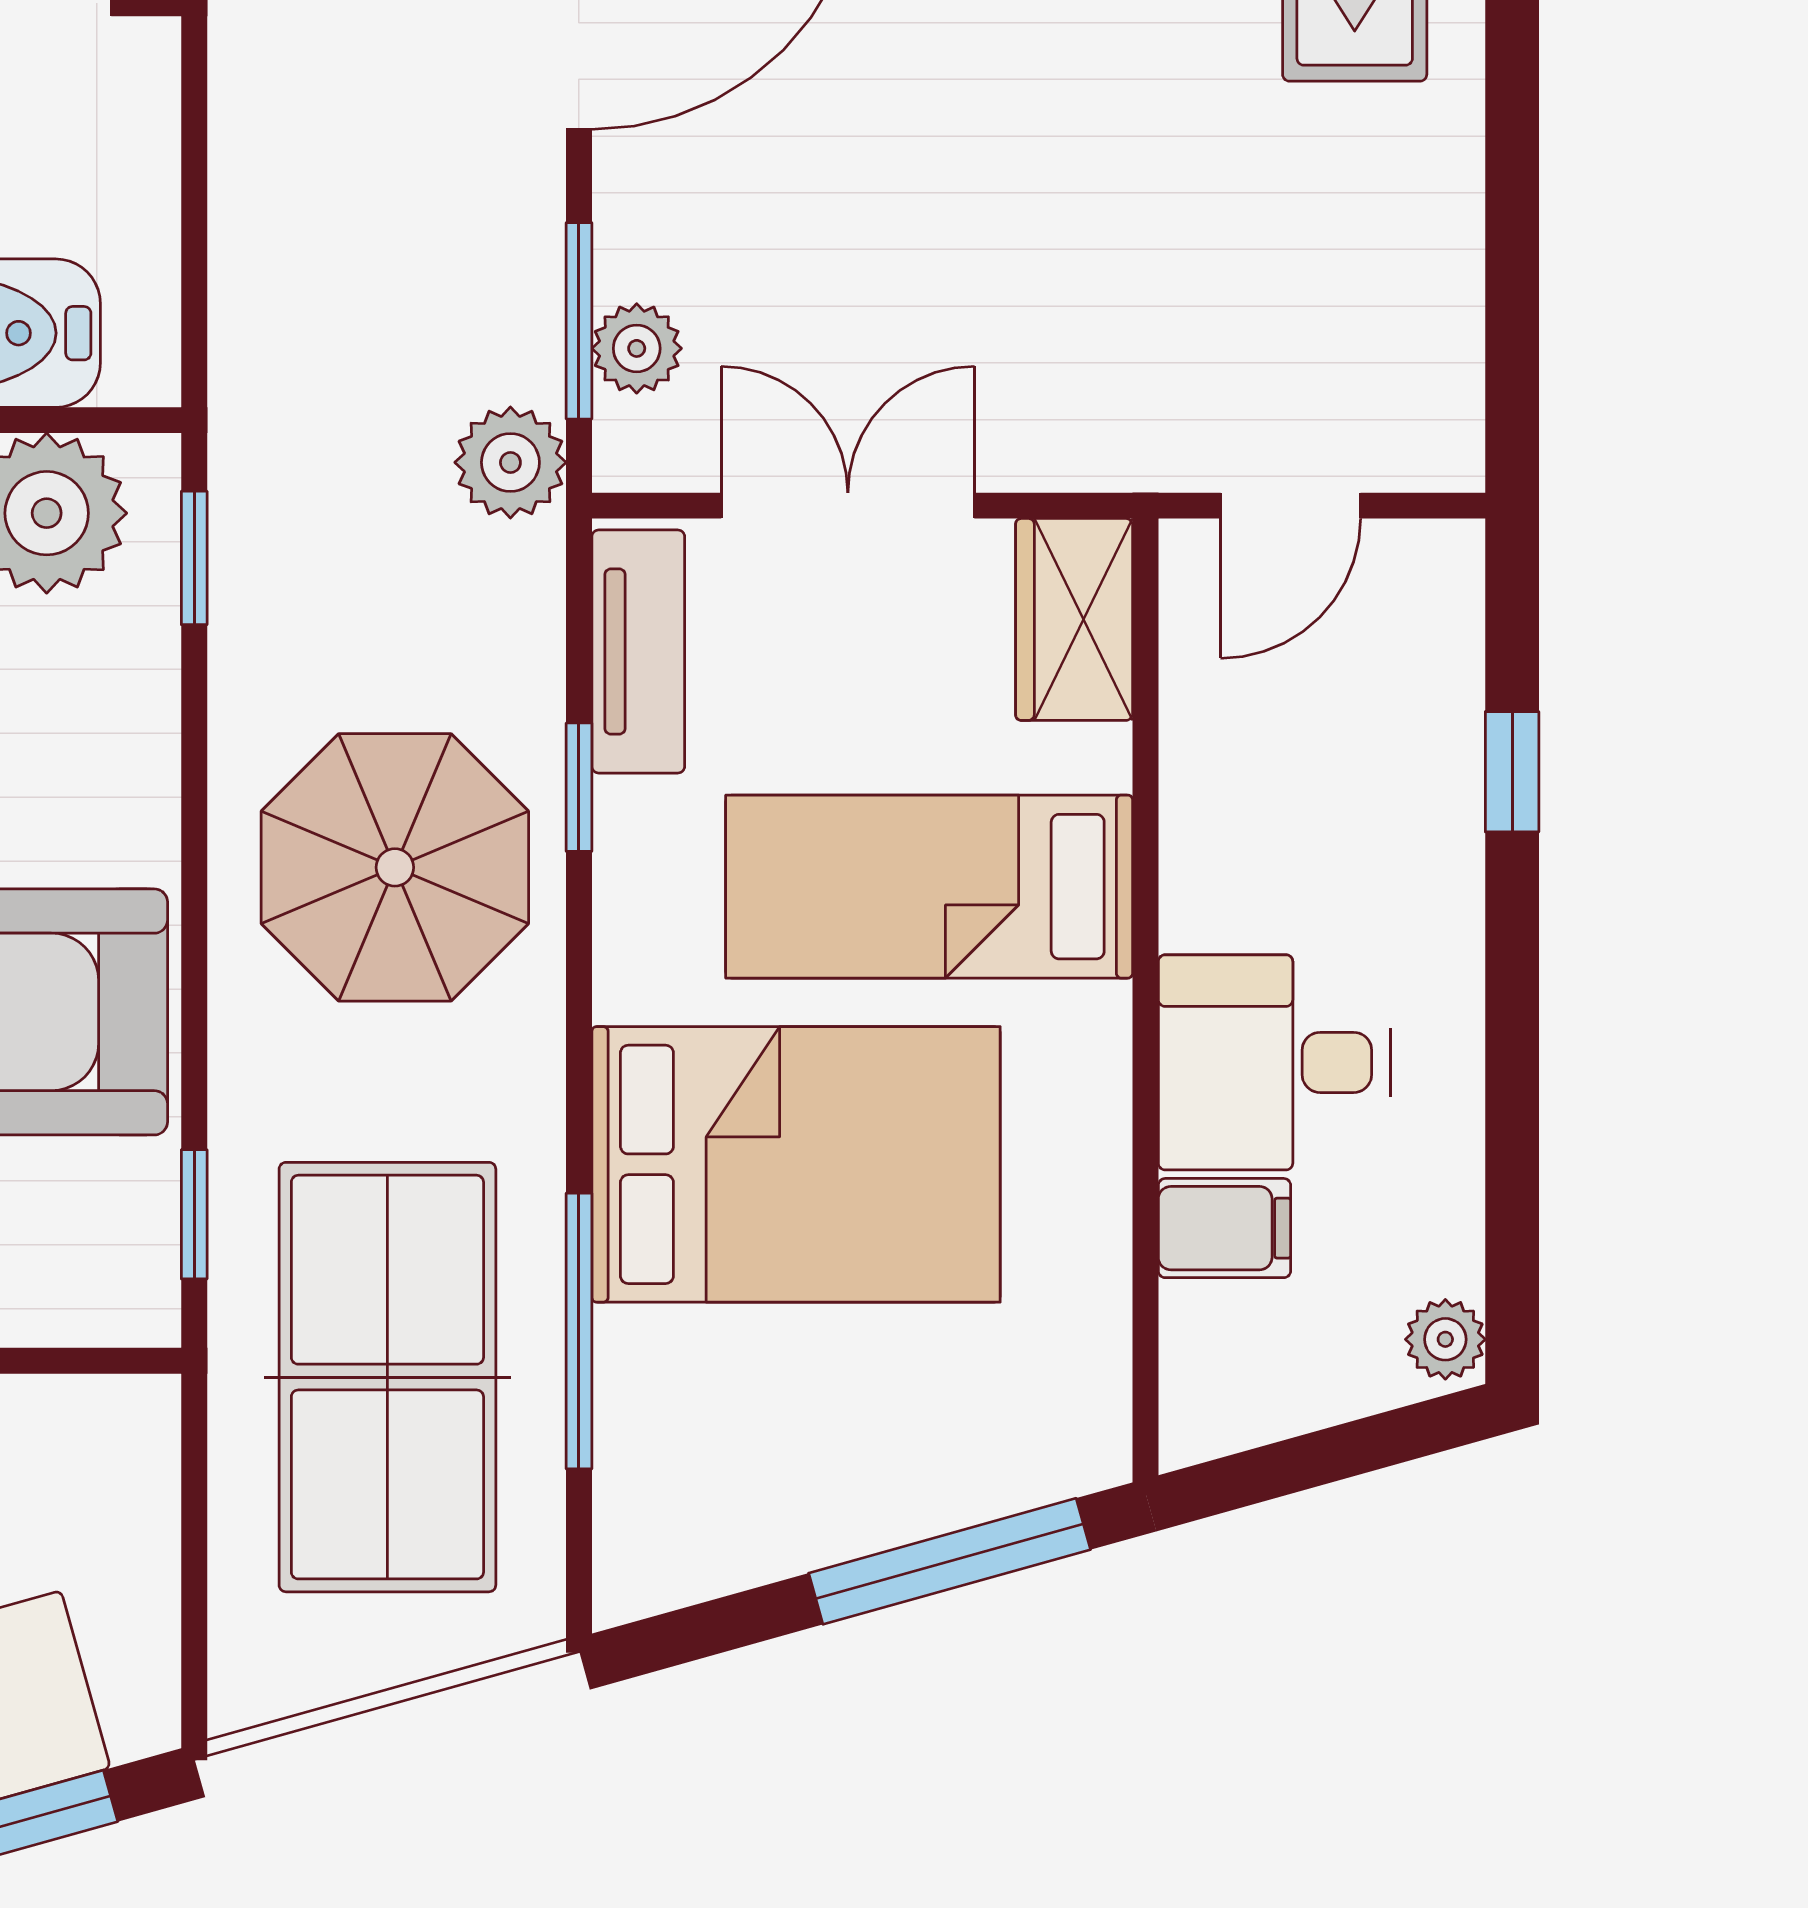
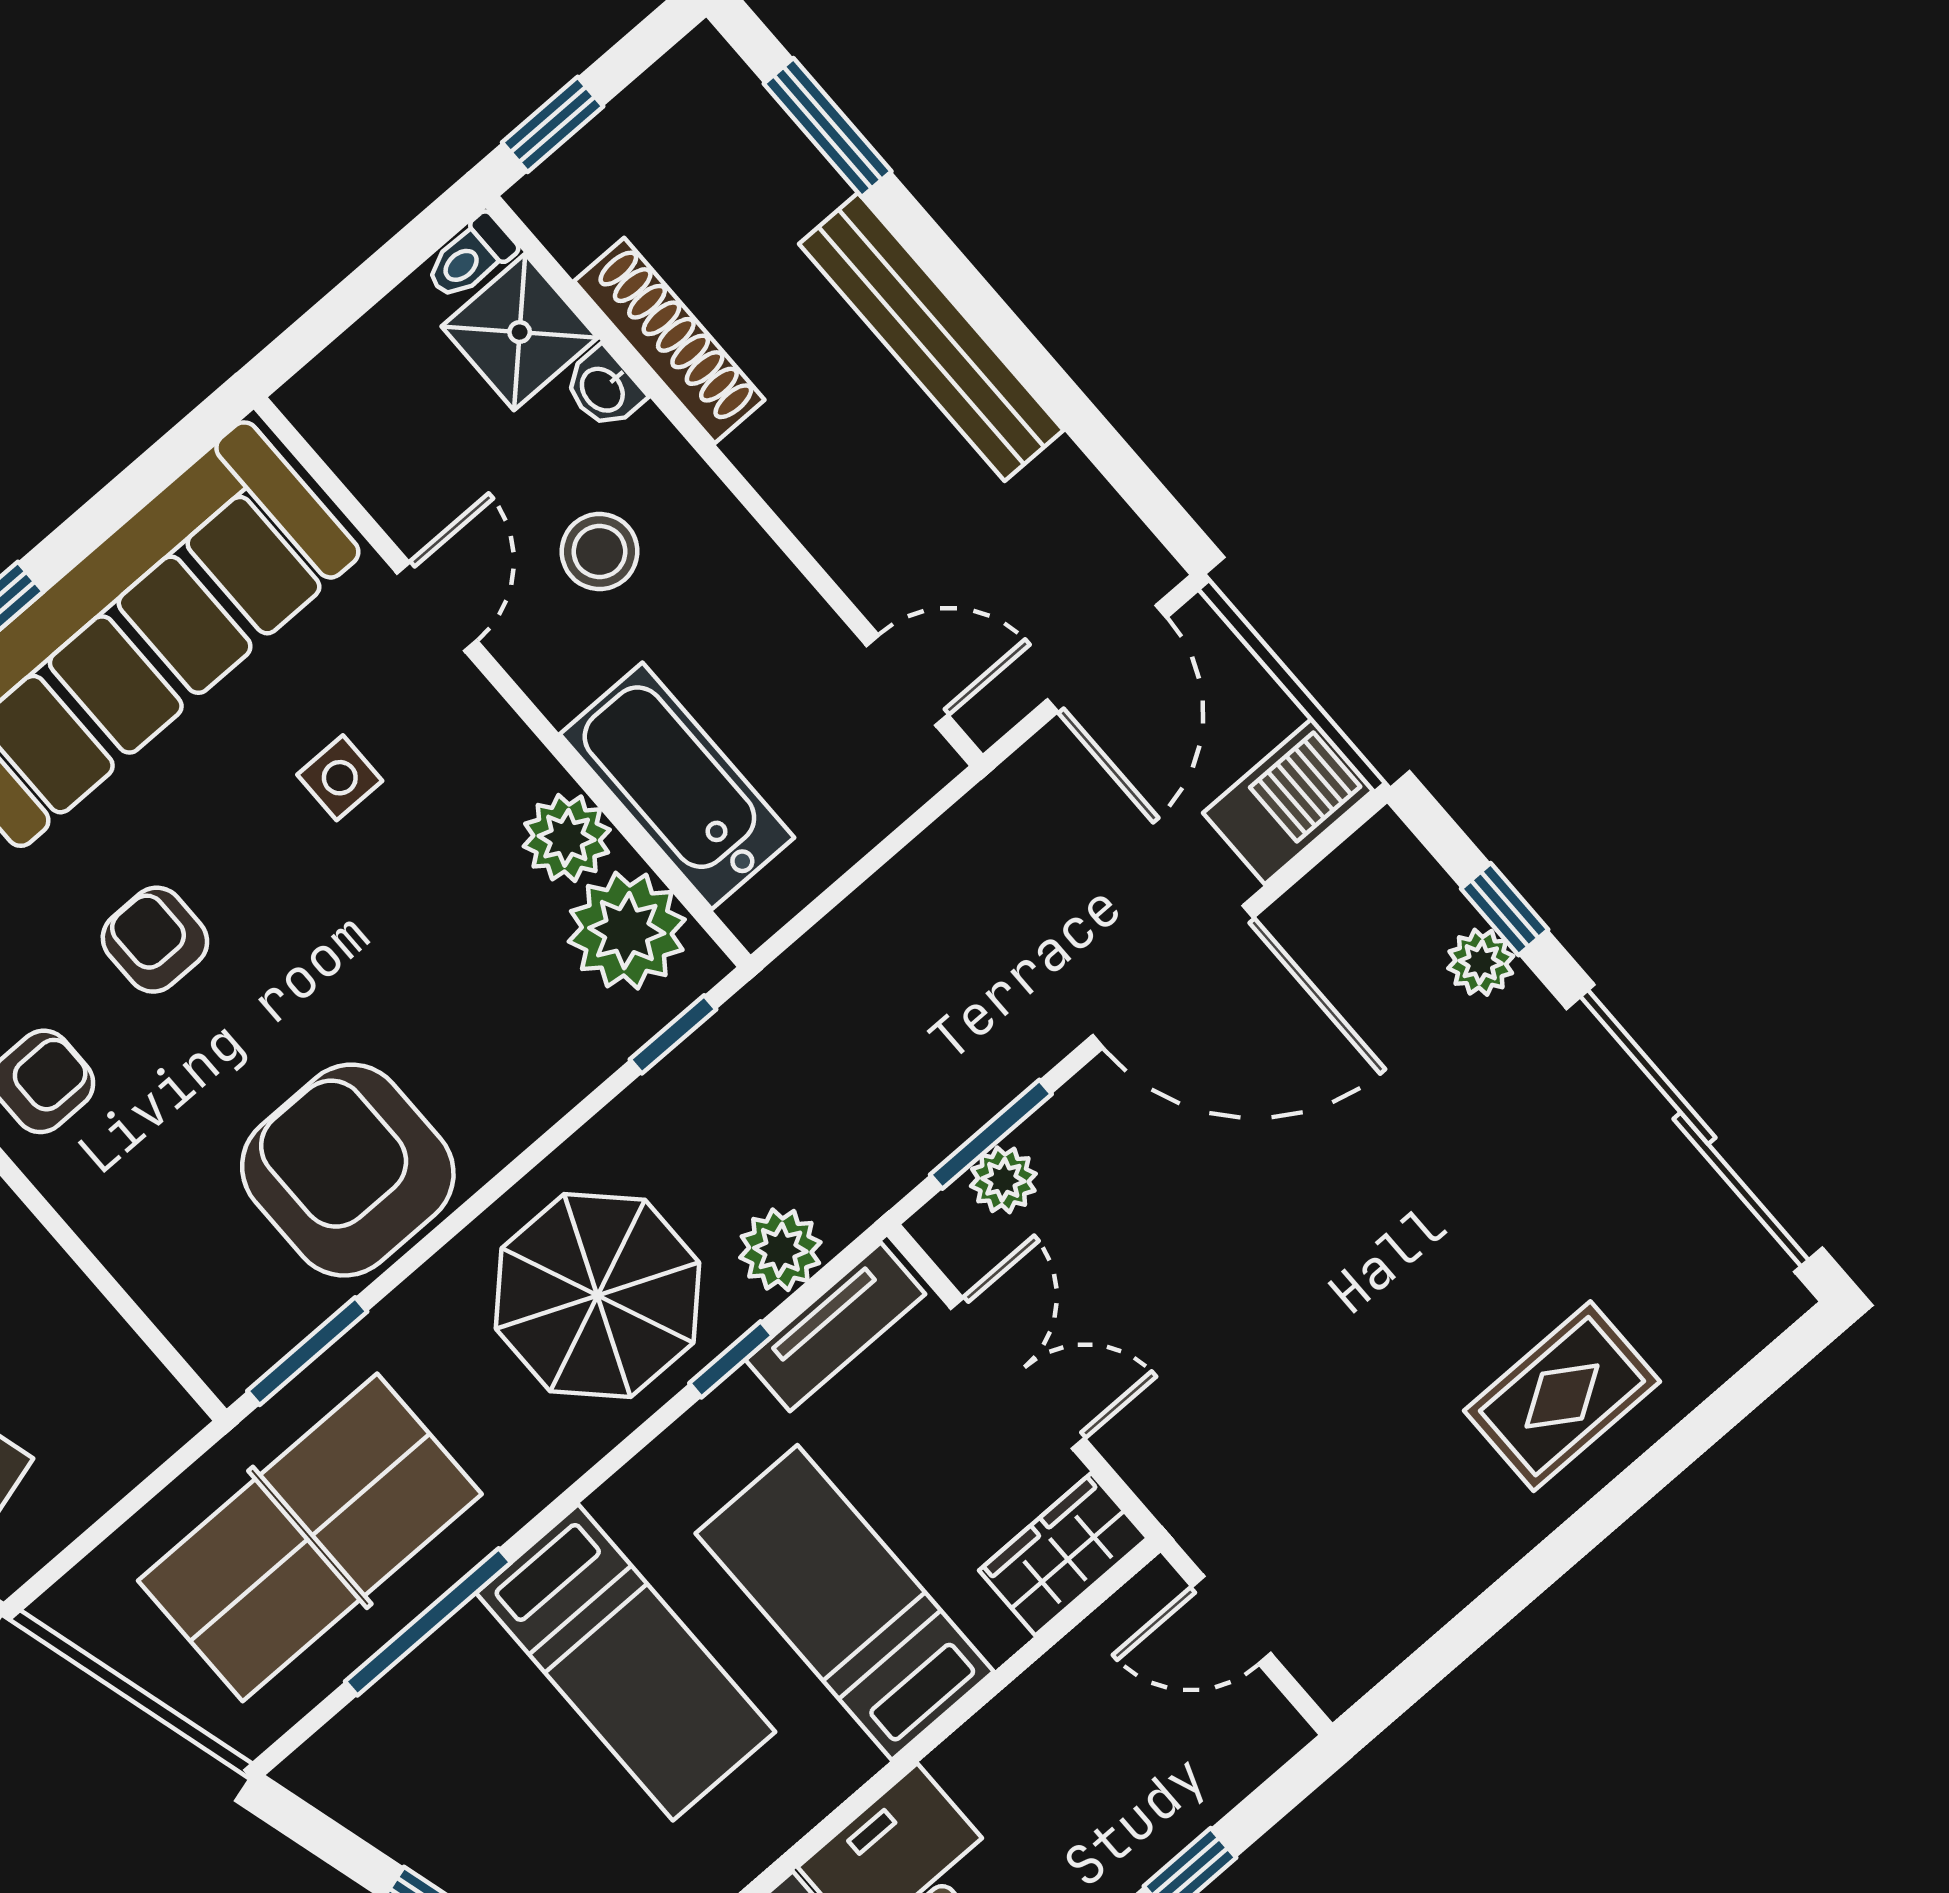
plant: (510, 462) -> (780, 1250), moved
bed: (796, 1164) -> (626, 1662), width x0.67
window: (194, 1214) -> (307, 1351), width x1.50

